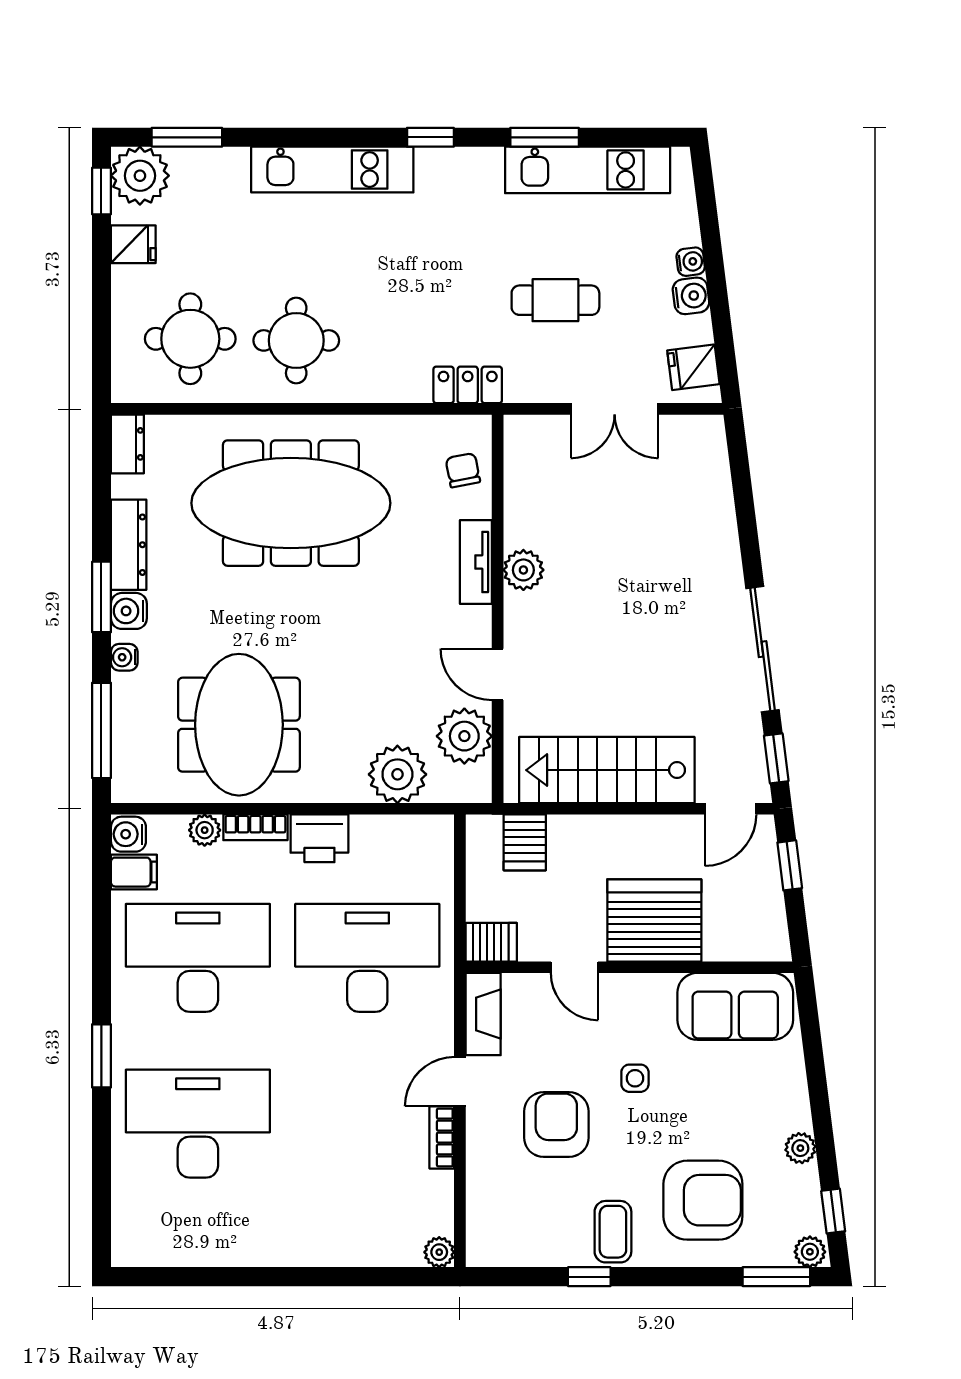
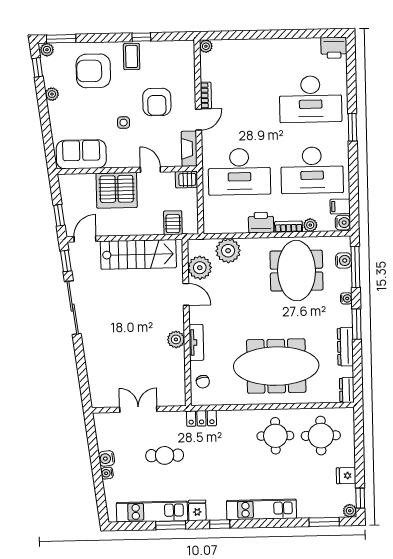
plant: (140, 176) -> (350, 511), width x0.53, depth x0.53
fridge: (693, 367) -> (197, 510), moved, turned -83
water cooler: (129, 611) -> (343, 260), moved
printer: (141, 1242) -> (334, 48), added

